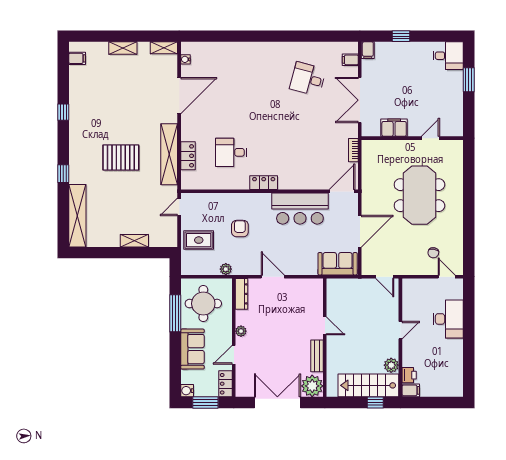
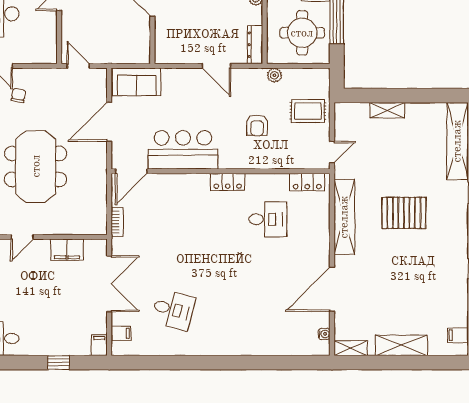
shelving: (123, 48) -> (401, 345), width x1.50, depth x1.33
locker: (188, 156) -> (307, 182), moved, turned -90

